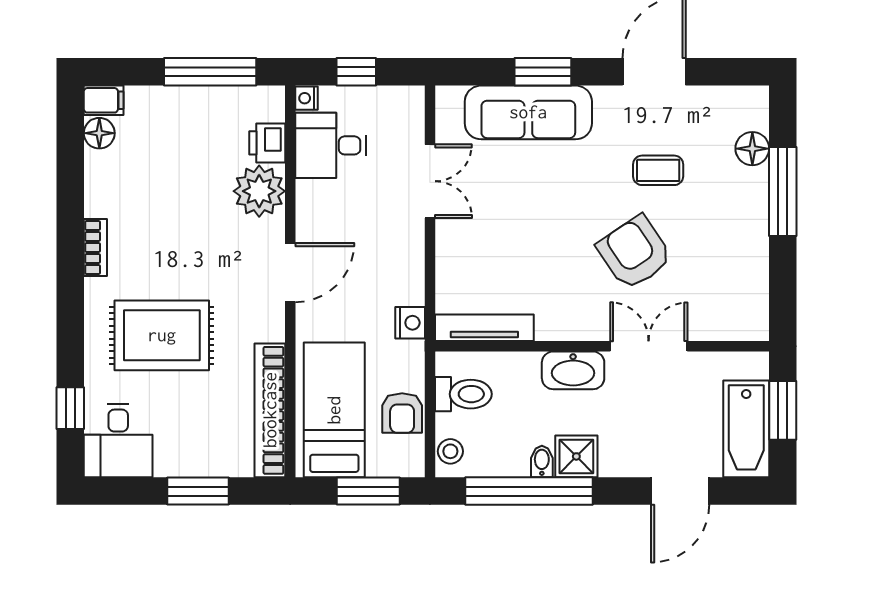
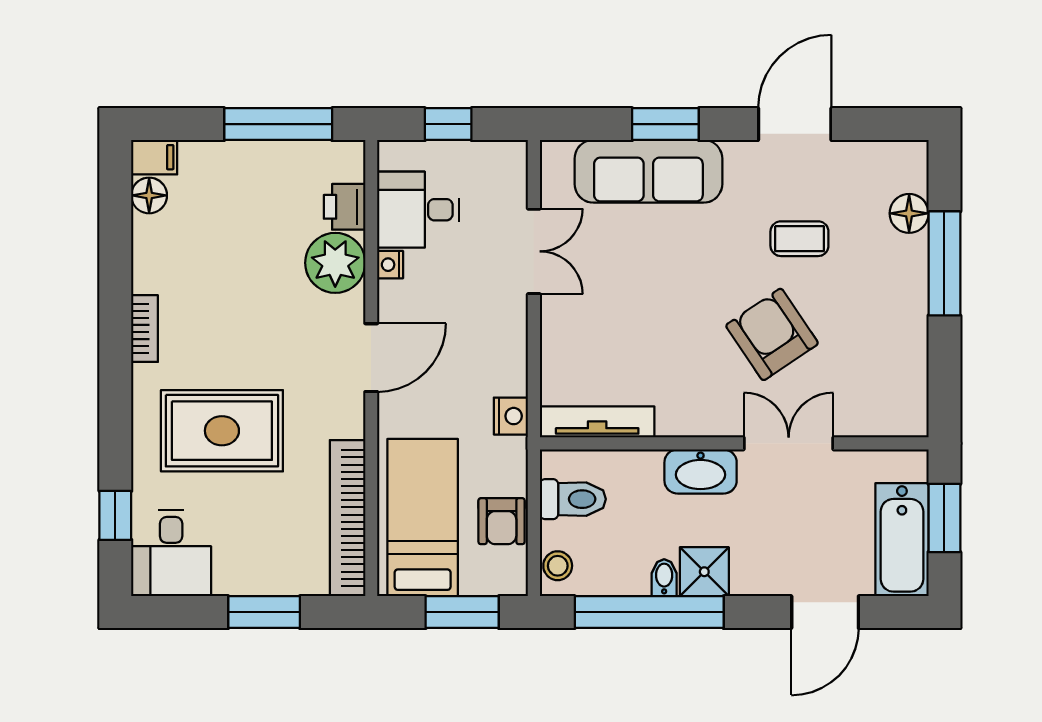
nightstand: (306, 98) -> (390, 265), moved

